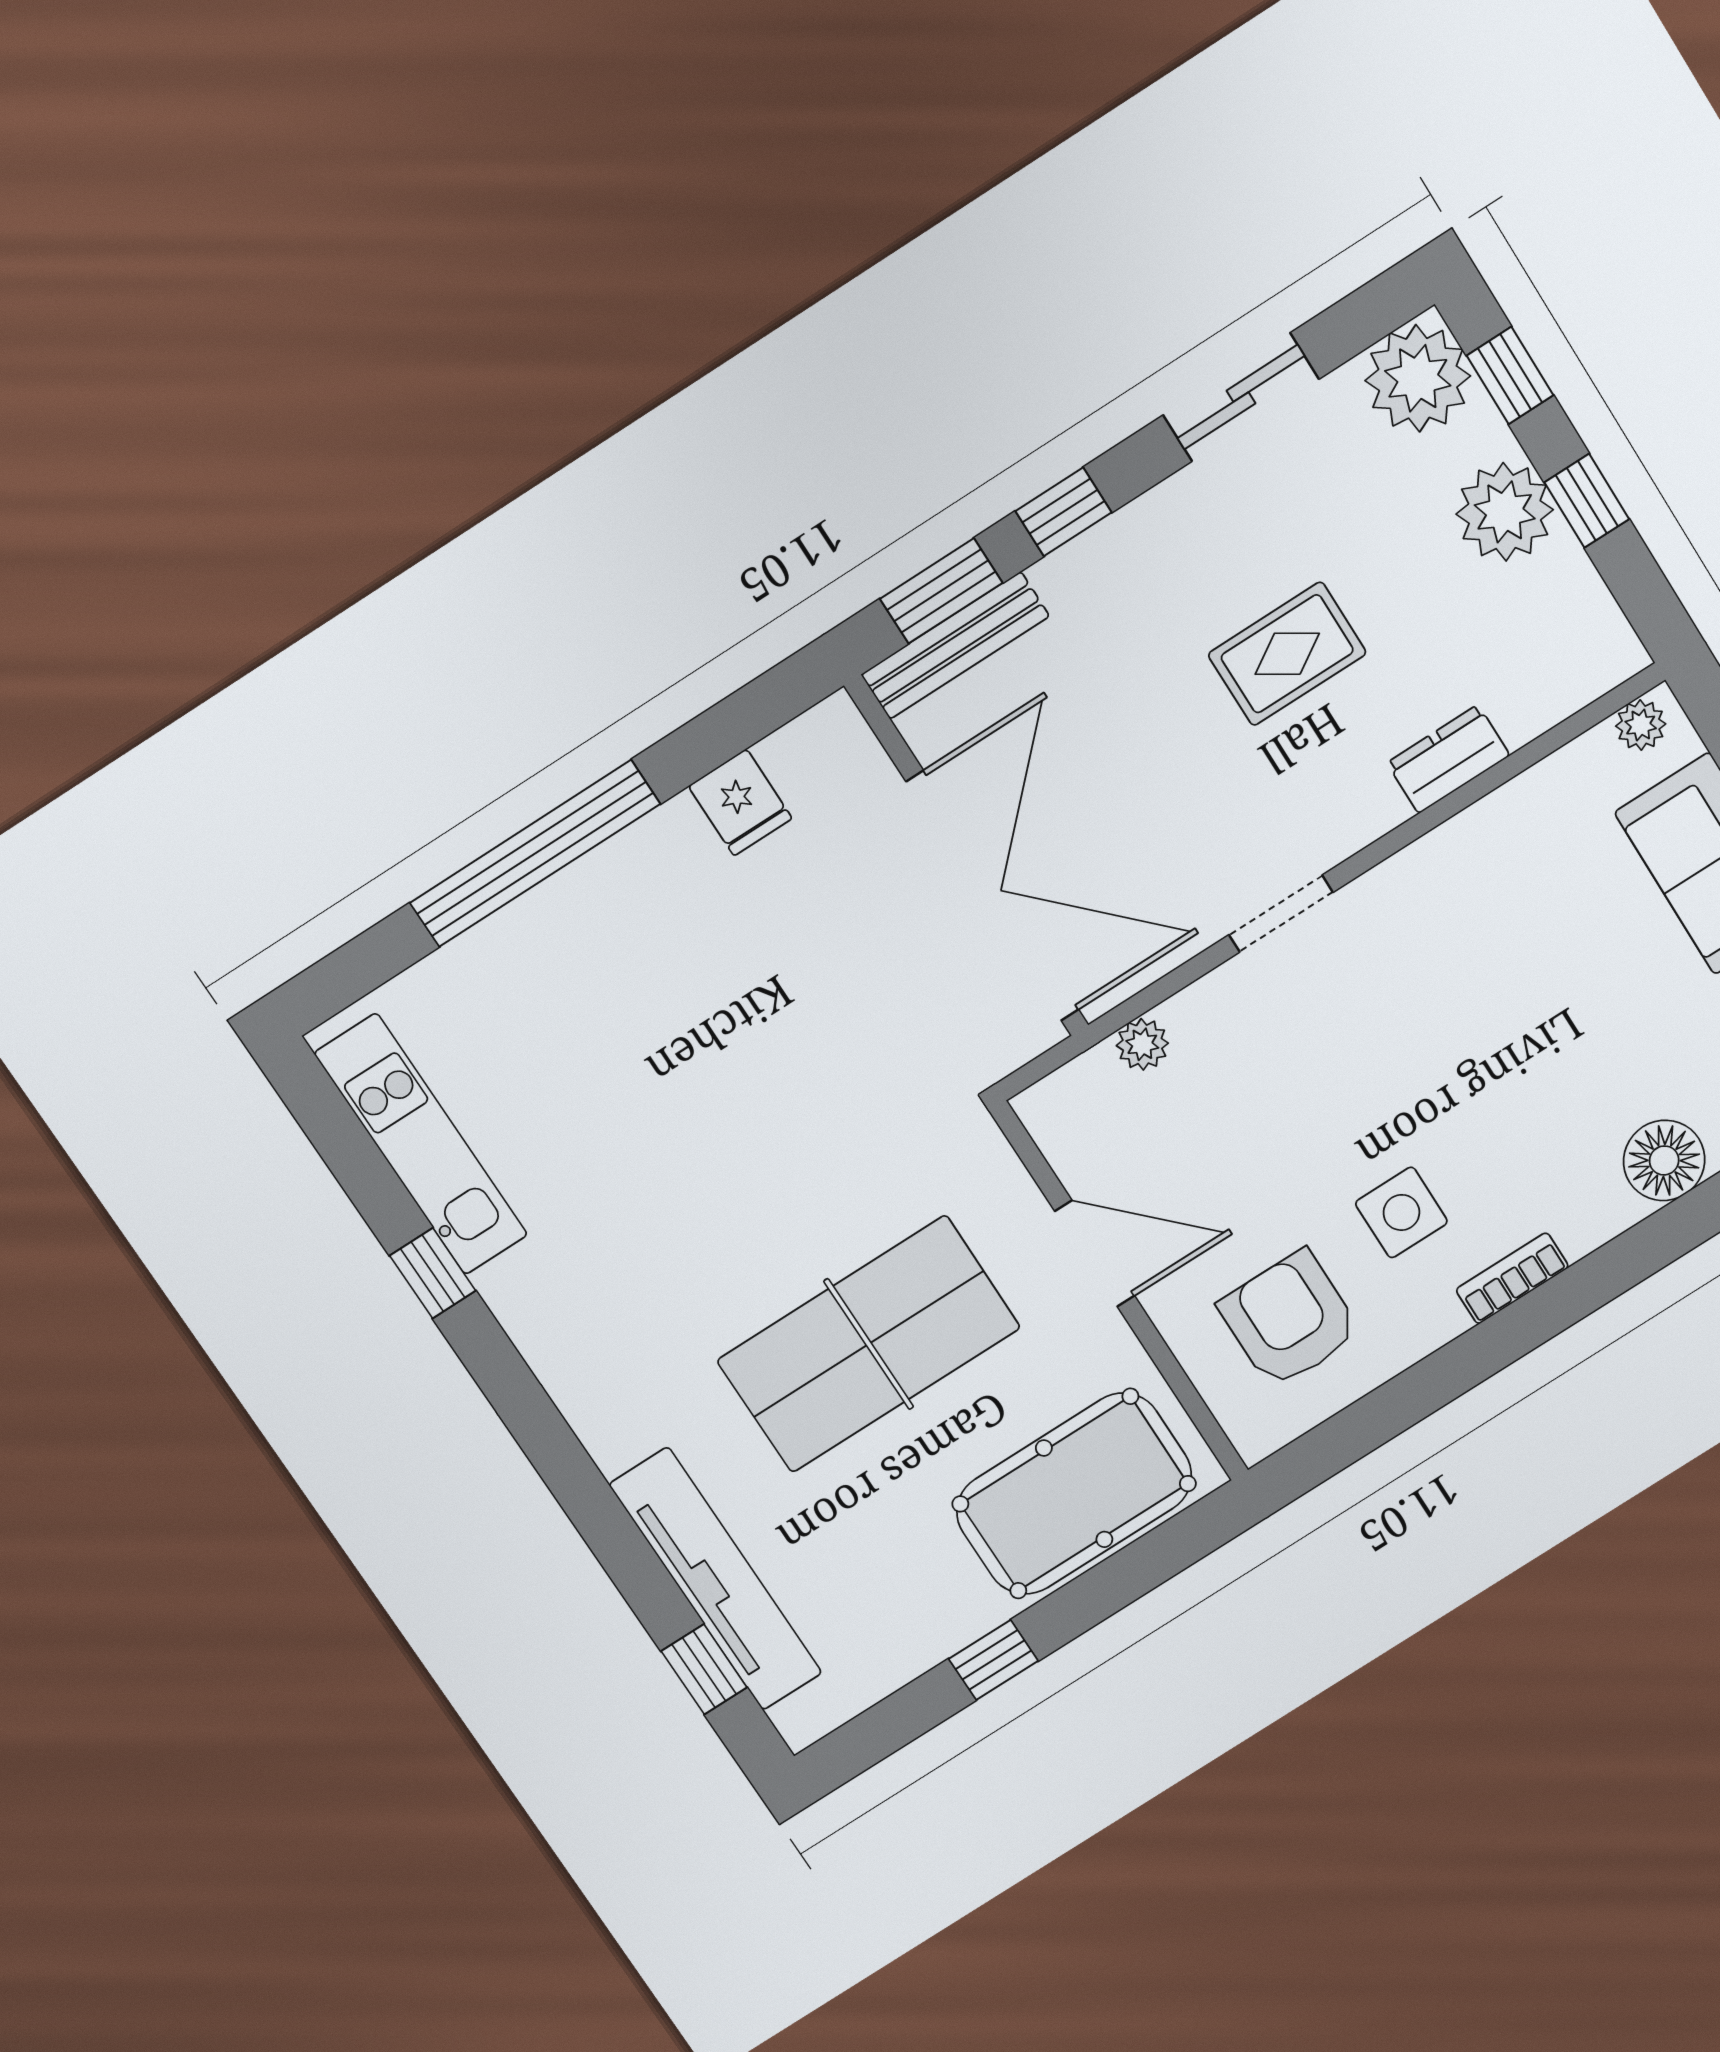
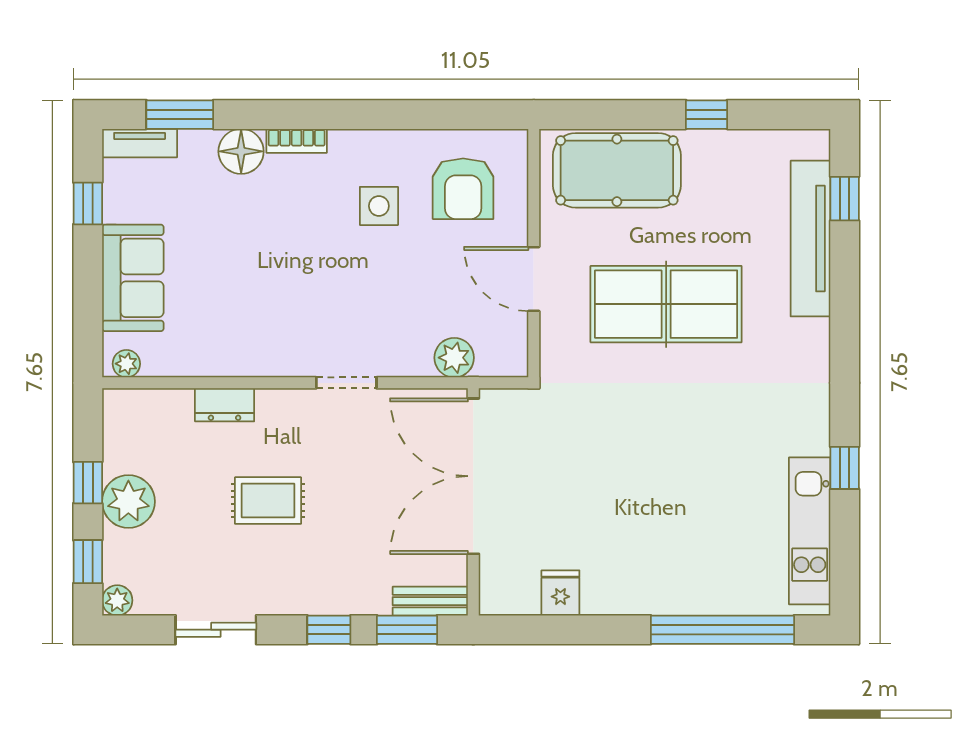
plant: (1418, 378) -> (117, 600), width x0.53, depth x0.53
bench: (955, 645) -> (430, 601), width x0.73
window: (535, 853) -> (722, 630), moved
plant: (1142, 1044) -> (454, 358), width x1.38, depth x1.38
bookcase: (1512, 1278) -> (297, 141), moved

